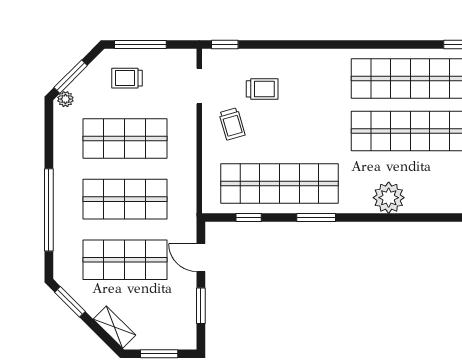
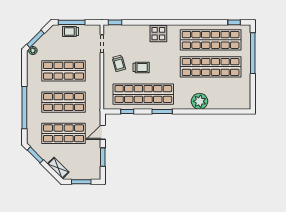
display table: (309, 66) -> (158, 34), added
trolley: (127, 78) -> (70, 31), moved
trolley: (262, 89) -> (141, 67), moved
door: (201, 258) -> (103, 132), hinge flipped

